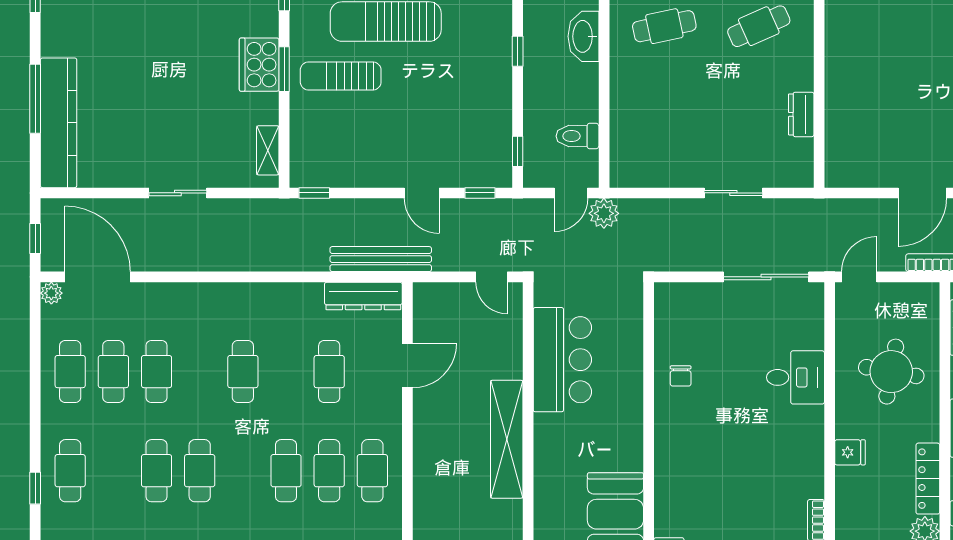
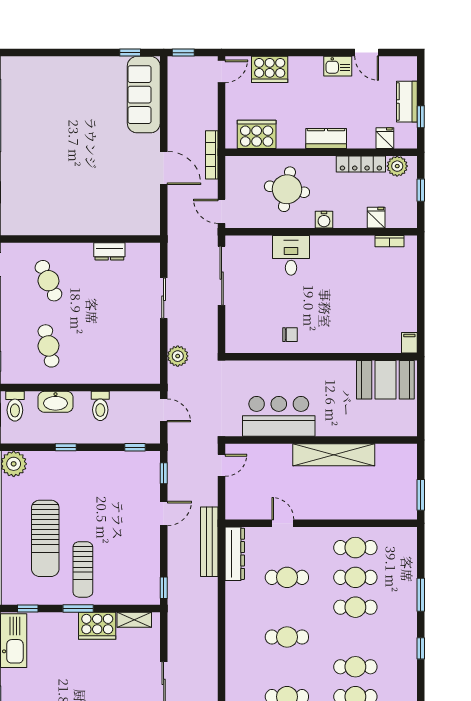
cooker: (259, 65) -> (97, 626), moved
toilet: (577, 136) -> (100, 406), moved
plant: (604, 213) -> (178, 356), moved
door: (407, 366) -> (283, 523), width x0.73
water cooler: (847, 425) -> (324, 220), added
fridge: (850, 452) -> (376, 218), moved

